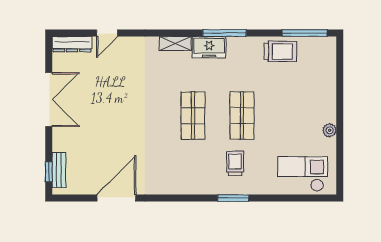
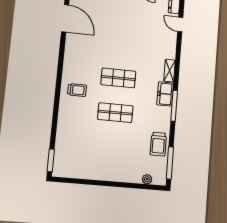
plant: (330, 130) -> (147, 179), moved
trolley: (235, 163) -> (77, 90), moved
checkout: (303, 174) -> (69, 153), removed
window: (233, 198) -> (51, 160), moved

